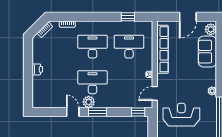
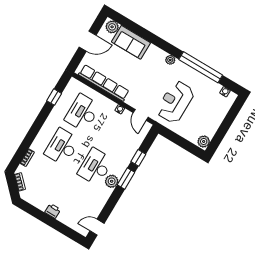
door: (188, 17) -> (88, 41), hinge flipped
door: (73, 112) -> (97, 227), moved
window: (138, 112) -> (138, 158), moved

